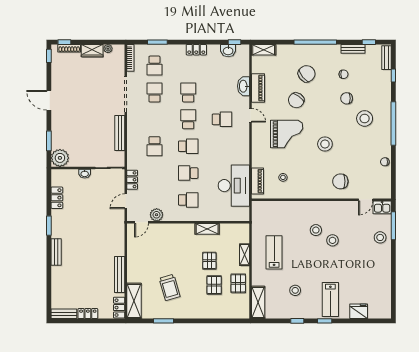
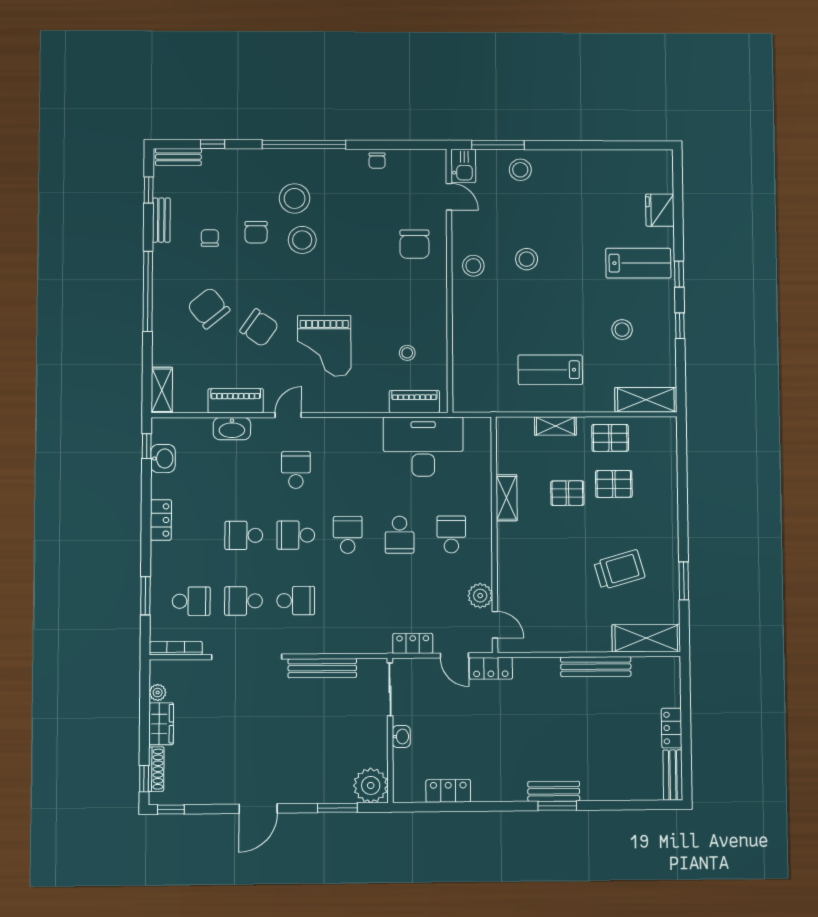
grand piano: (287, 134) -> (324, 346), turned 180
stool: (325, 144) -> (302, 240), moved
school desk: (154, 146) -> (296, 601), moved
window: (49, 226) -> (557, 806), moved
stool: (316, 230) -> (473, 266), moved
locker: (119, 308) -> (491, 668), moved

